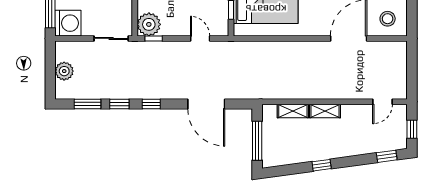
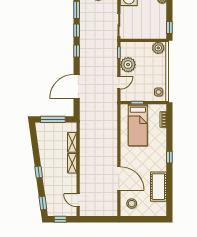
plant: (149, 24) -> (128, 65), moved
window: (322, 165) -> (39, 172), moved

